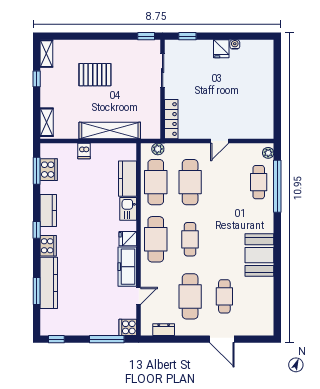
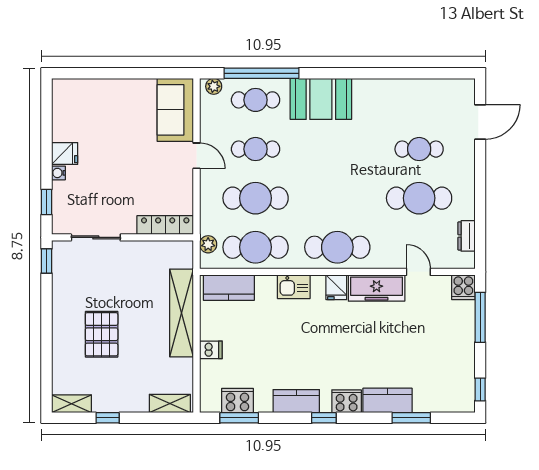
water cooler: (235, 44) -> (58, 173), moved
sofa: (252, 126) -> (175, 110), added
kitchen counter: (128, 179) -> (229, 288), moved
cafe table: (190, 239) -> (256, 149), moved
booth: (259, 255) -> (321, 99), moved
kitchen counter: (49, 283) -> (388, 400), width x0.67
door: (222, 339) -> (480, 122), moved

